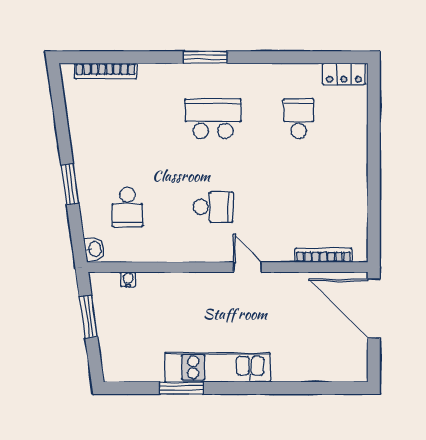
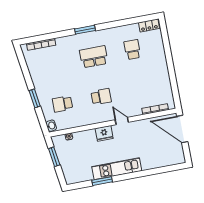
school desk: (127, 207) -> (63, 104), turned 90
fridge: (205, 287) -> (104, 133), added

